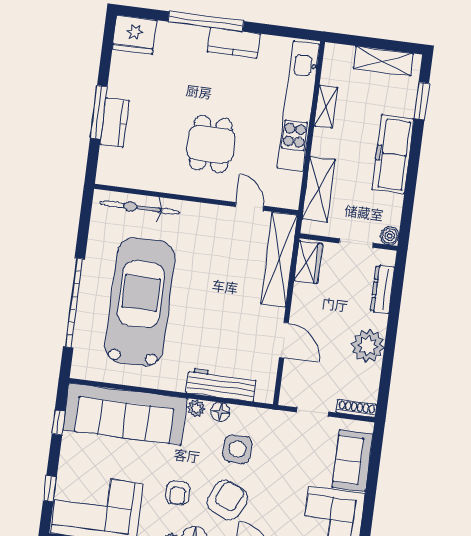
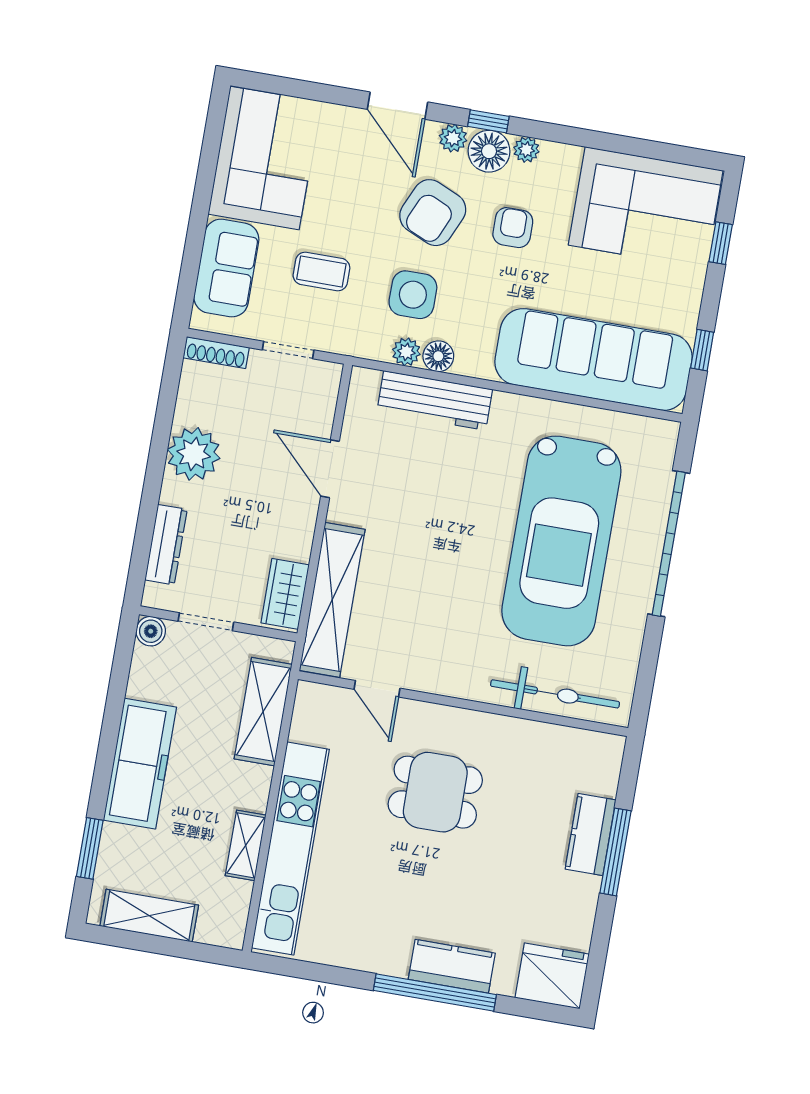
kitchen counter: (234, 43) -> (452, 966), moved
dining table: (211, 144) -> (435, 792), turned 90
plant: (196, 408) -> (406, 352), moved
coffee table: (294, 461) -> (321, 271), added

